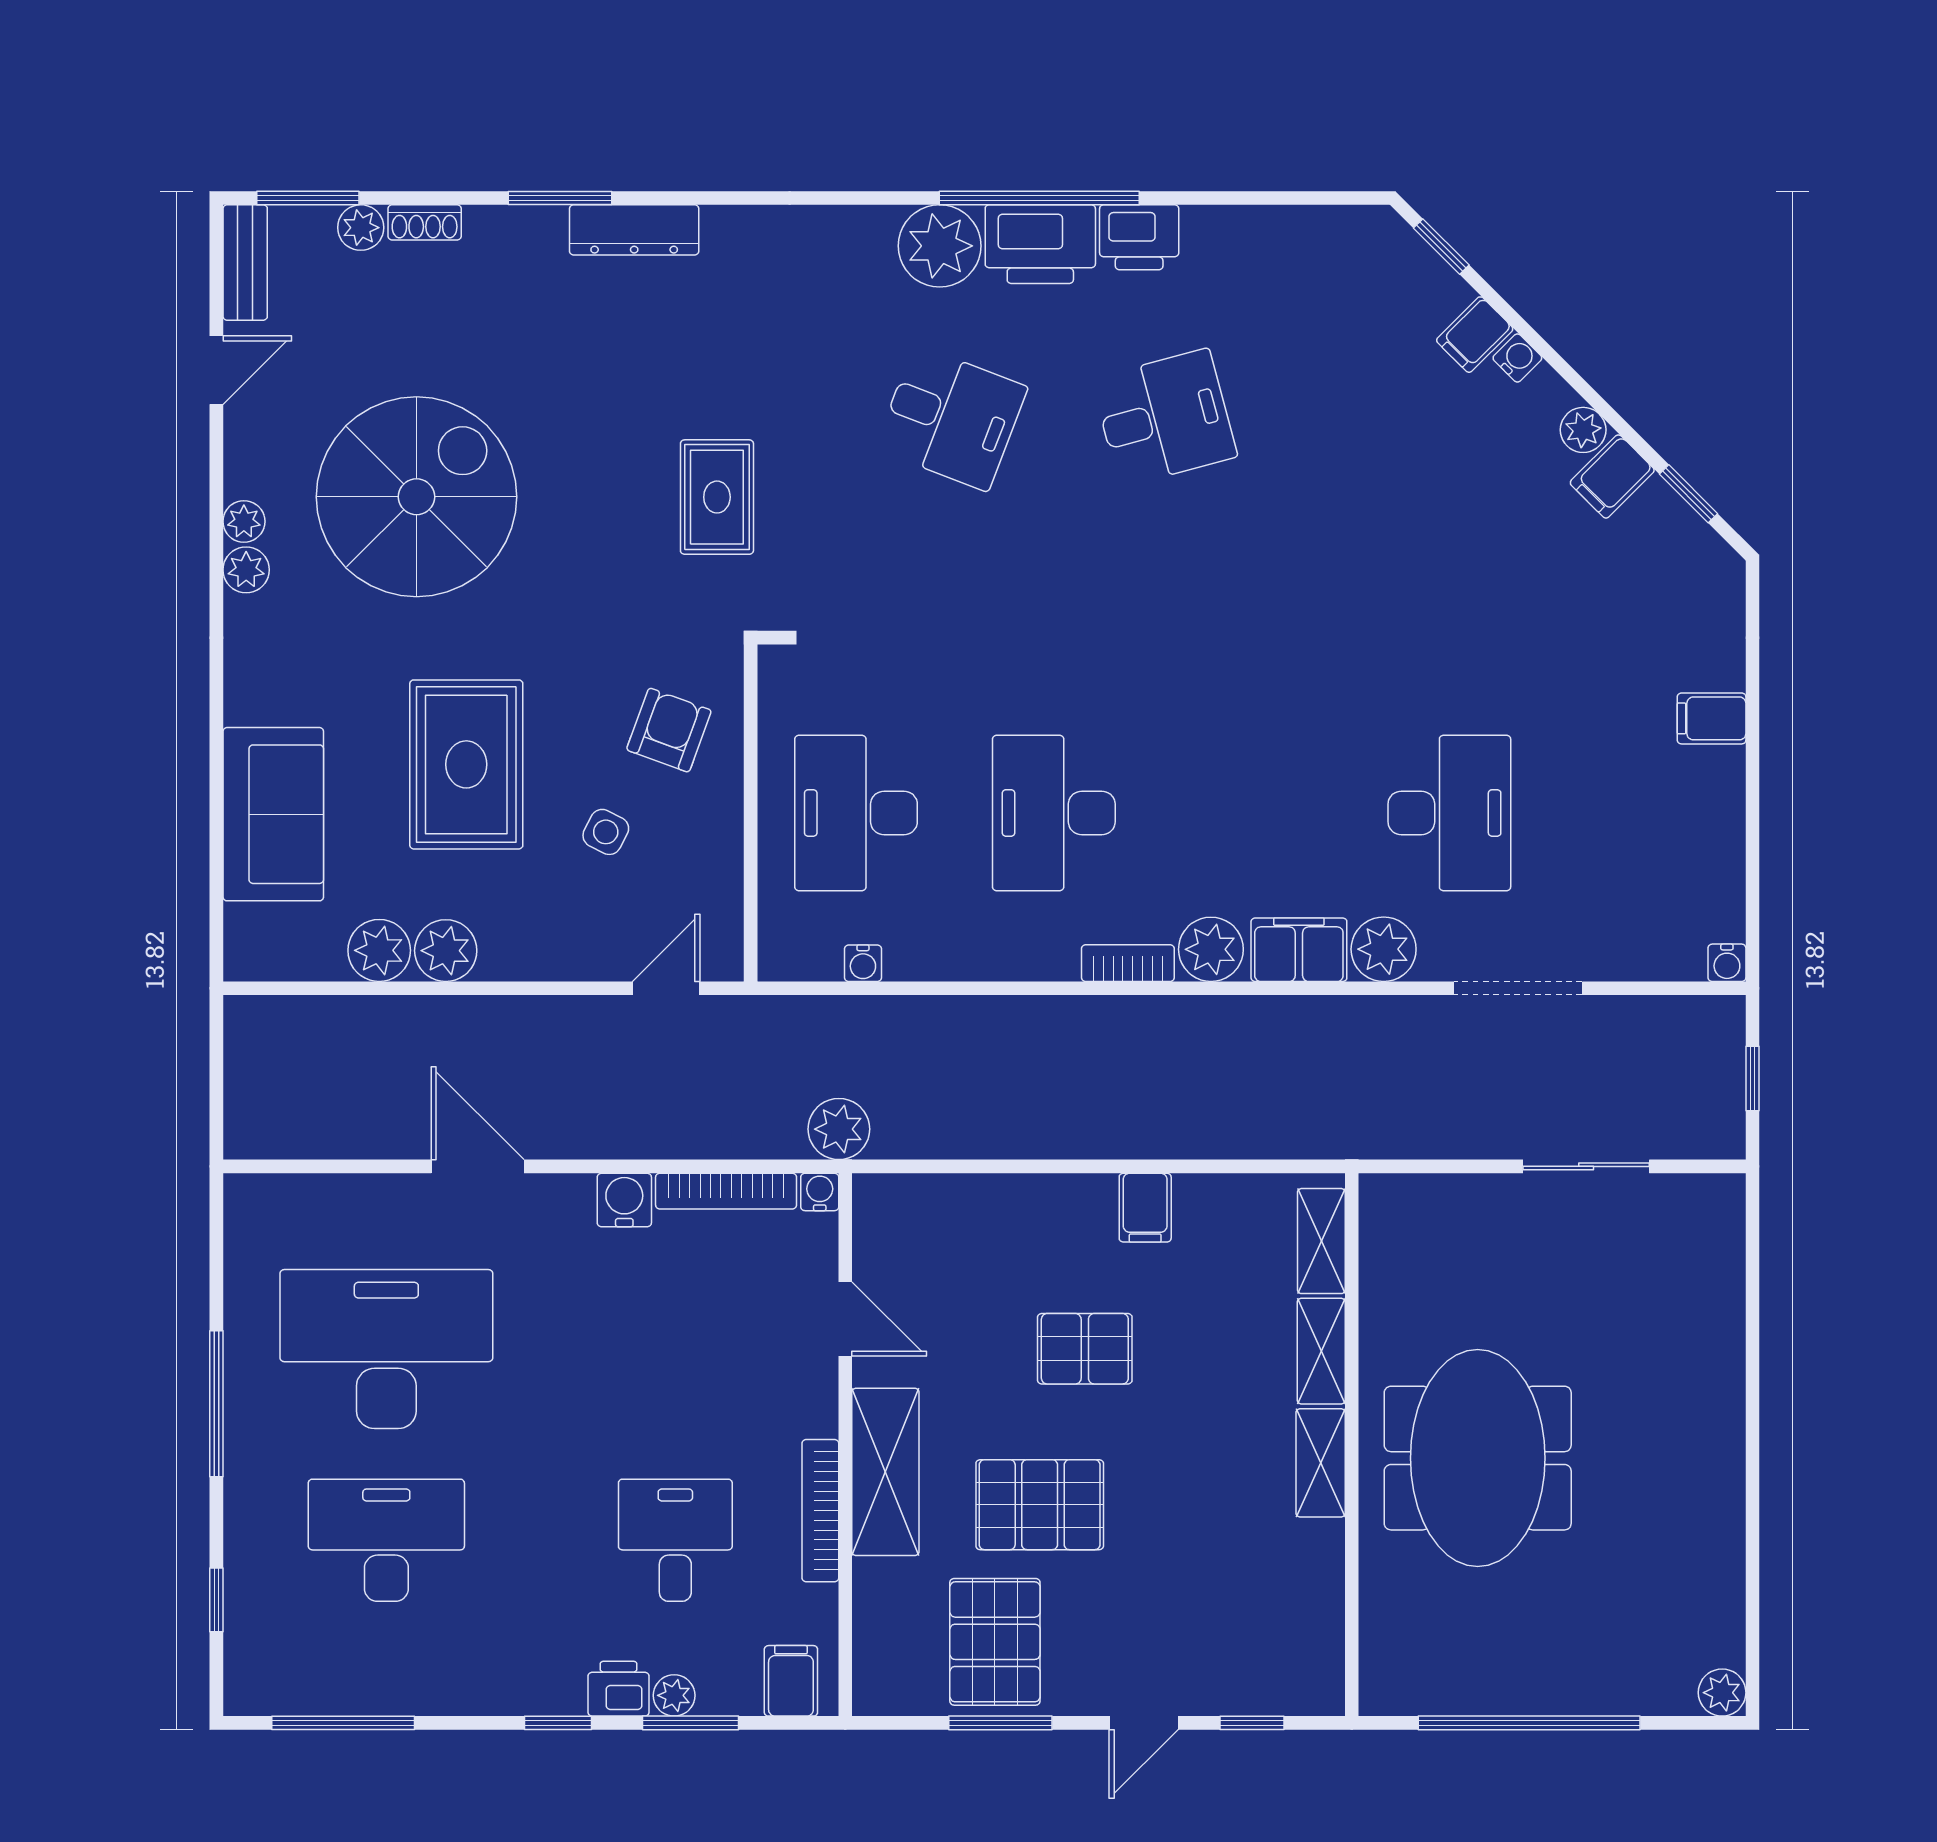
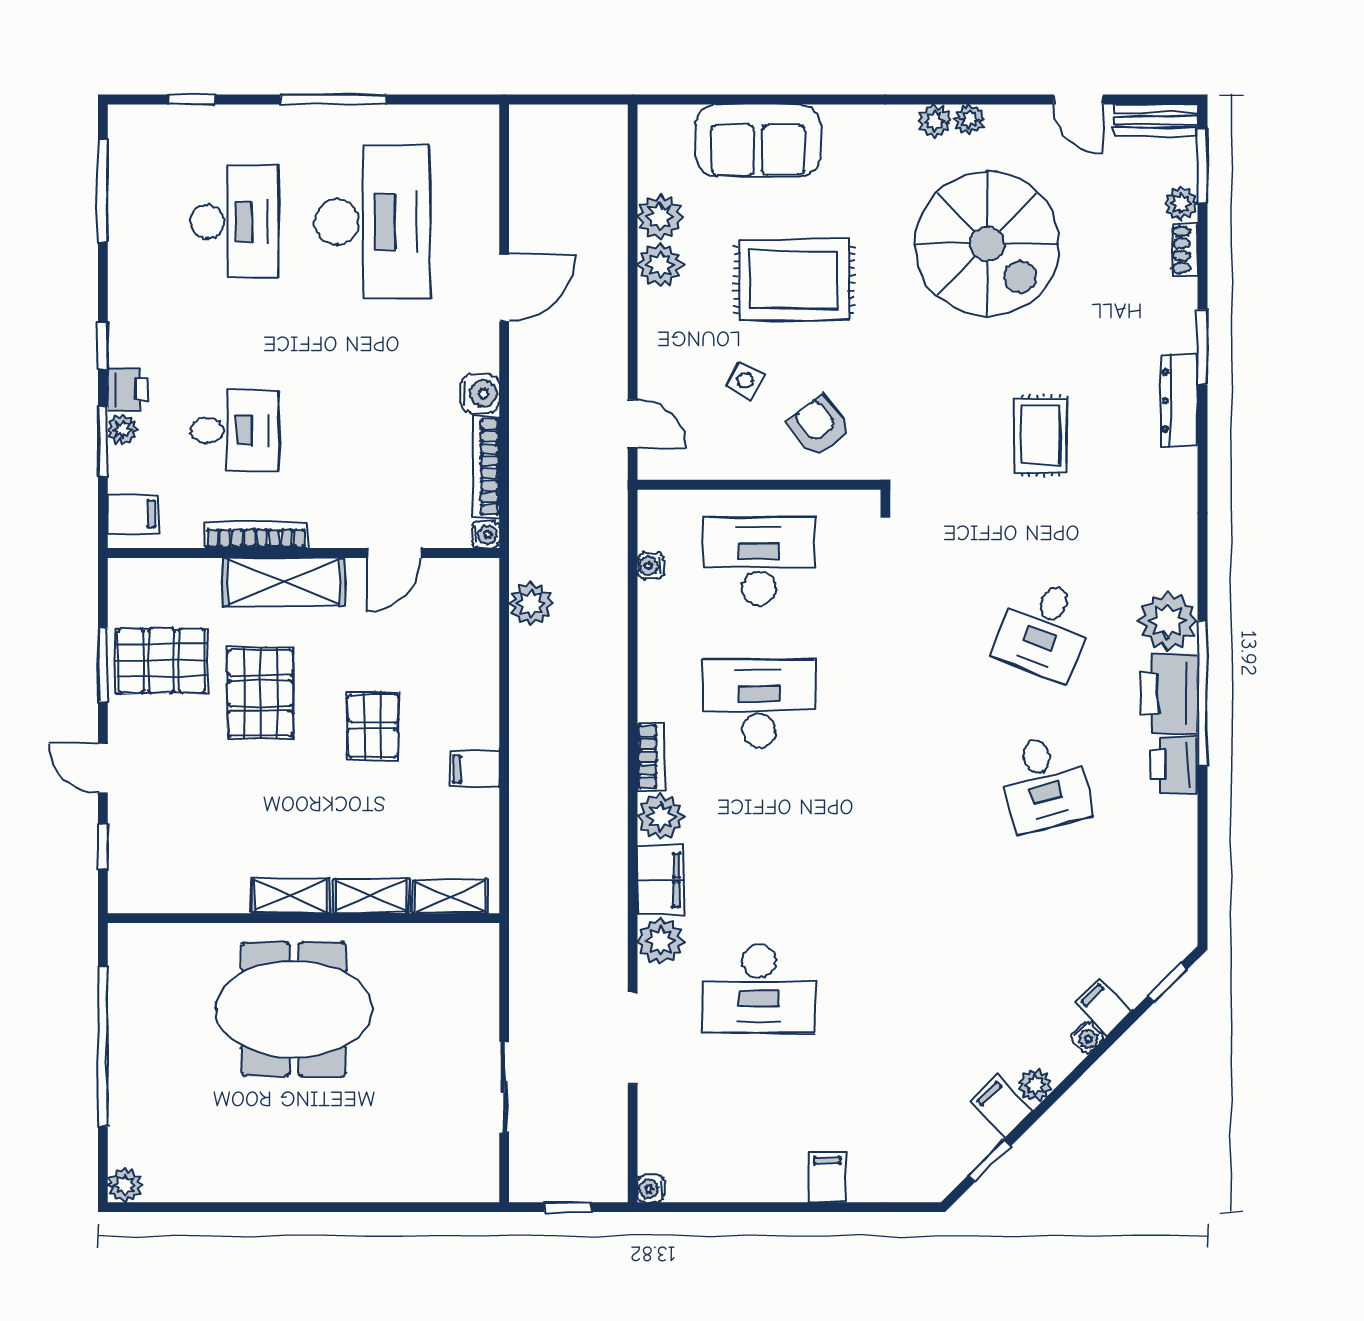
rug: (717, 497) -> (1040, 435), moved, turned 90
armchair: (669, 730) -> (819, 426), turned -147
plant: (839, 1129) -> (531, 604), moved

